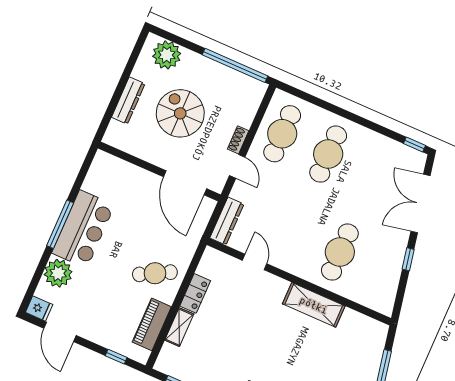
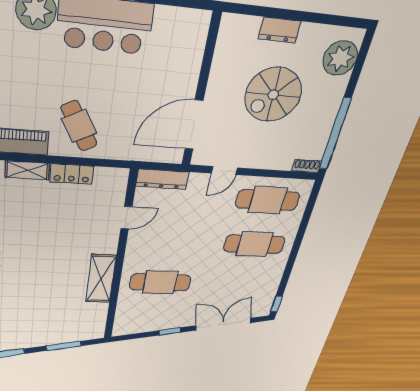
dresser: (128, 101) -> (280, 30), width x0.70
spiral stairs: (180, 113) -> (273, 95), turned 180
shoe rack: (238, 140) -> (307, 166), moved

